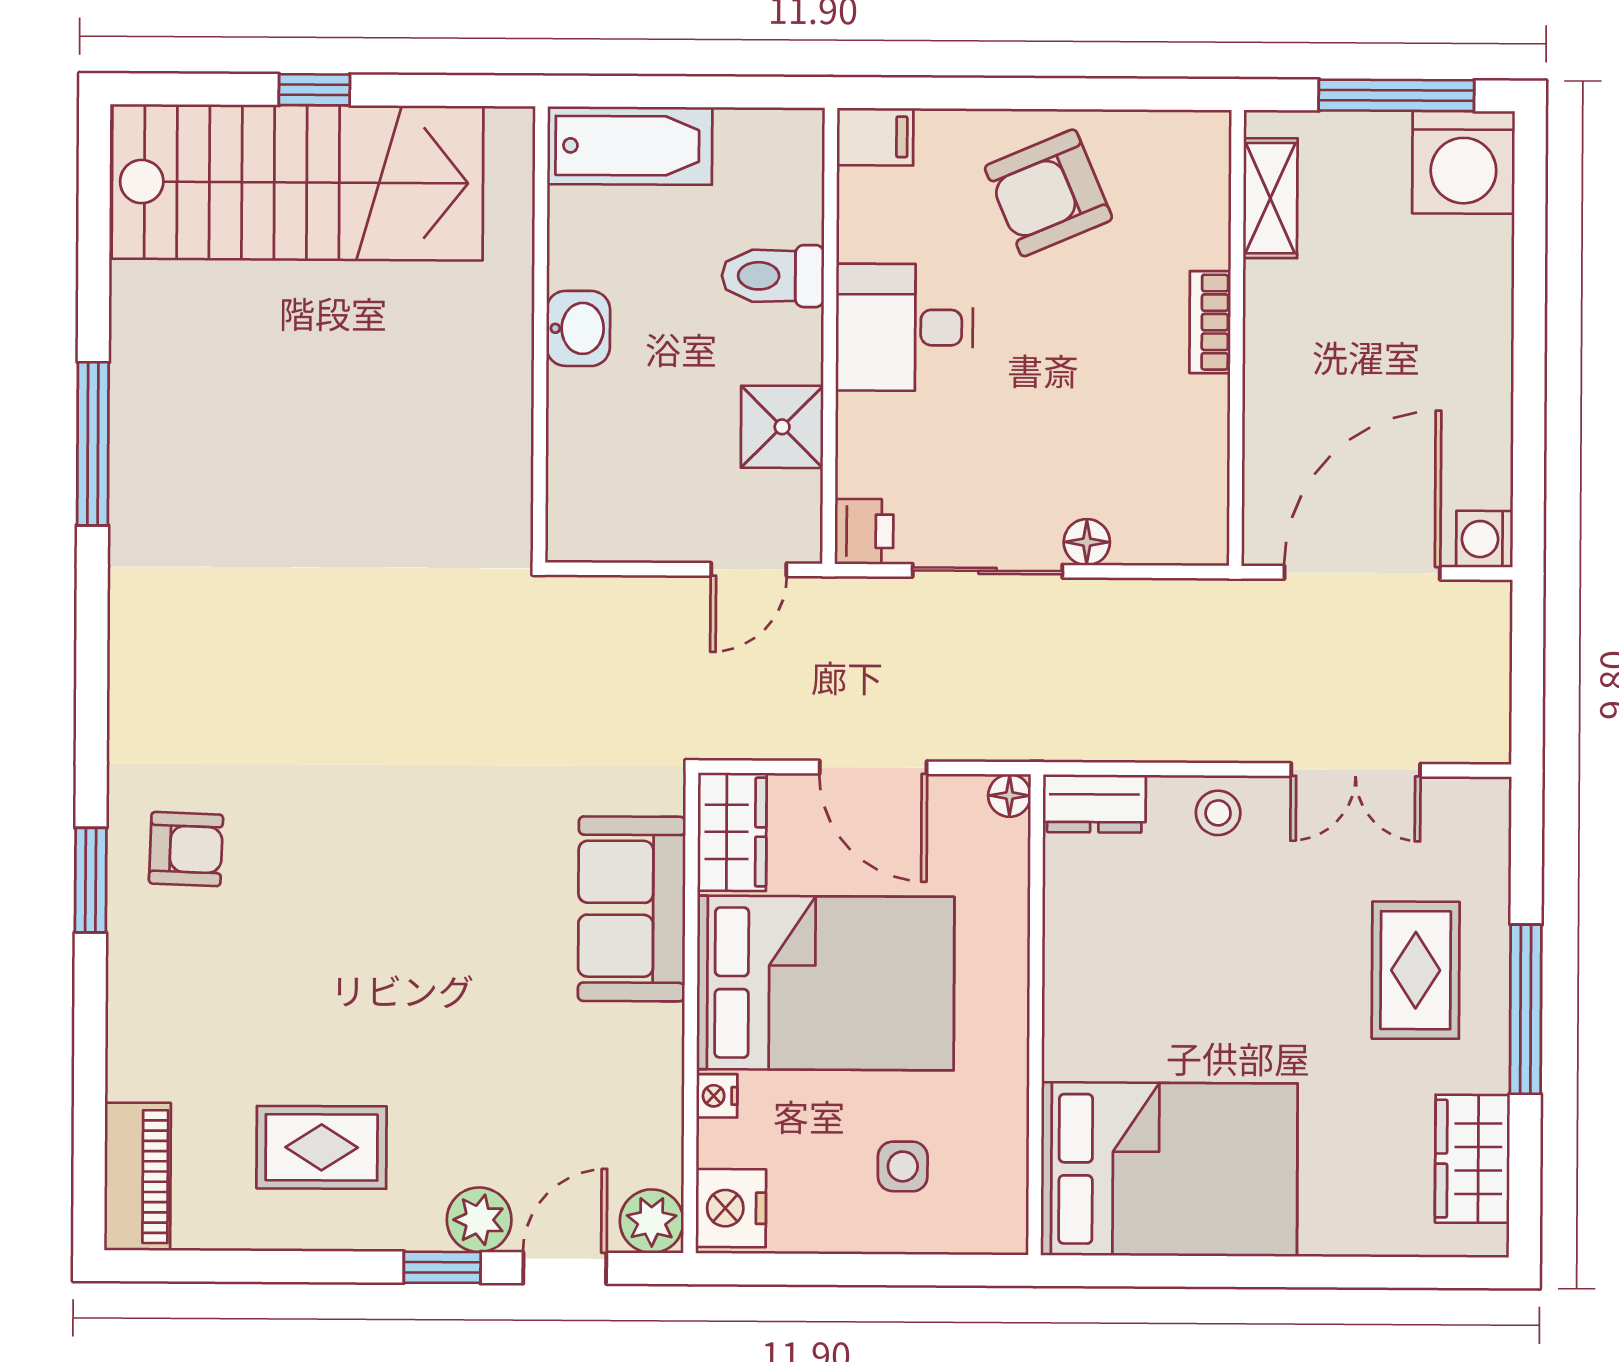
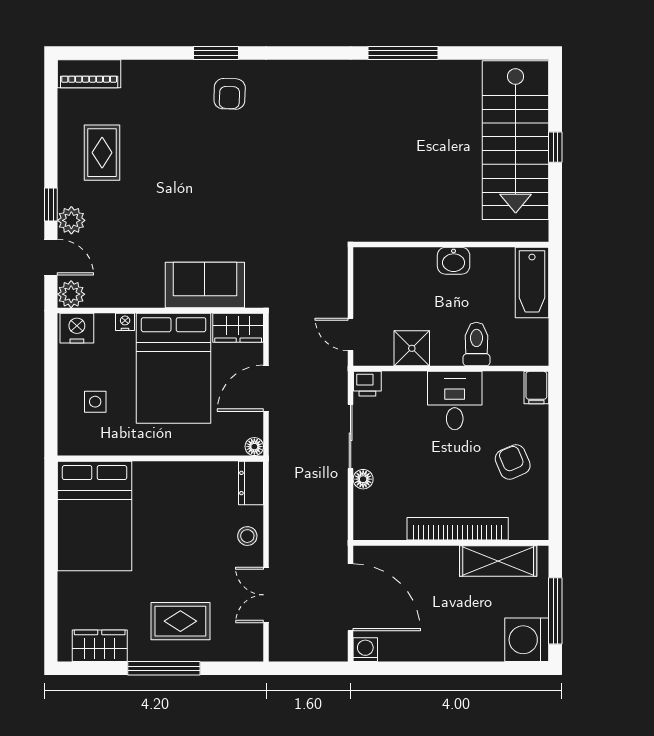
armchair: (1048, 193) -> (513, 462), width x0.72, depth x0.72
shelving: (1270, 198) -> (498, 561), width x1.50, depth x1.33
bookcase: (1210, 322) -> (458, 529), width x2.31, depth x1.31

